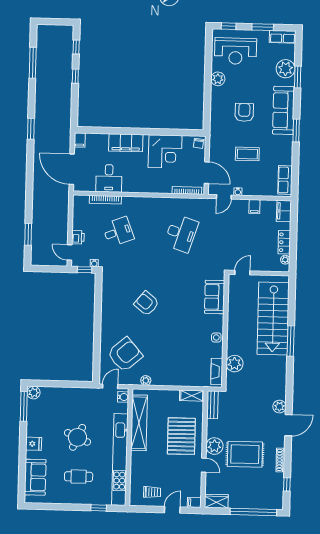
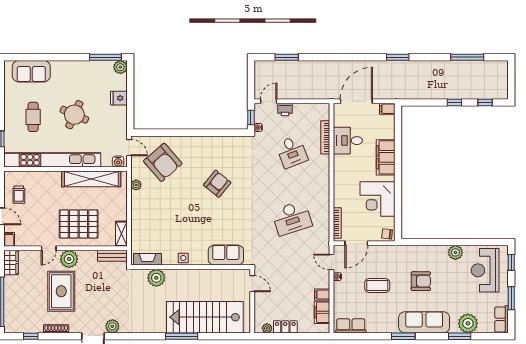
coffee table: (247, 154) -> (377, 286), turned 90
filing cabinet: (284, 211) -> (322, 312), moved, turned -90
desk: (181, 233) -> (292, 218), turned -36
fridge: (34, 444) -> (119, 98), moved, turned 90

